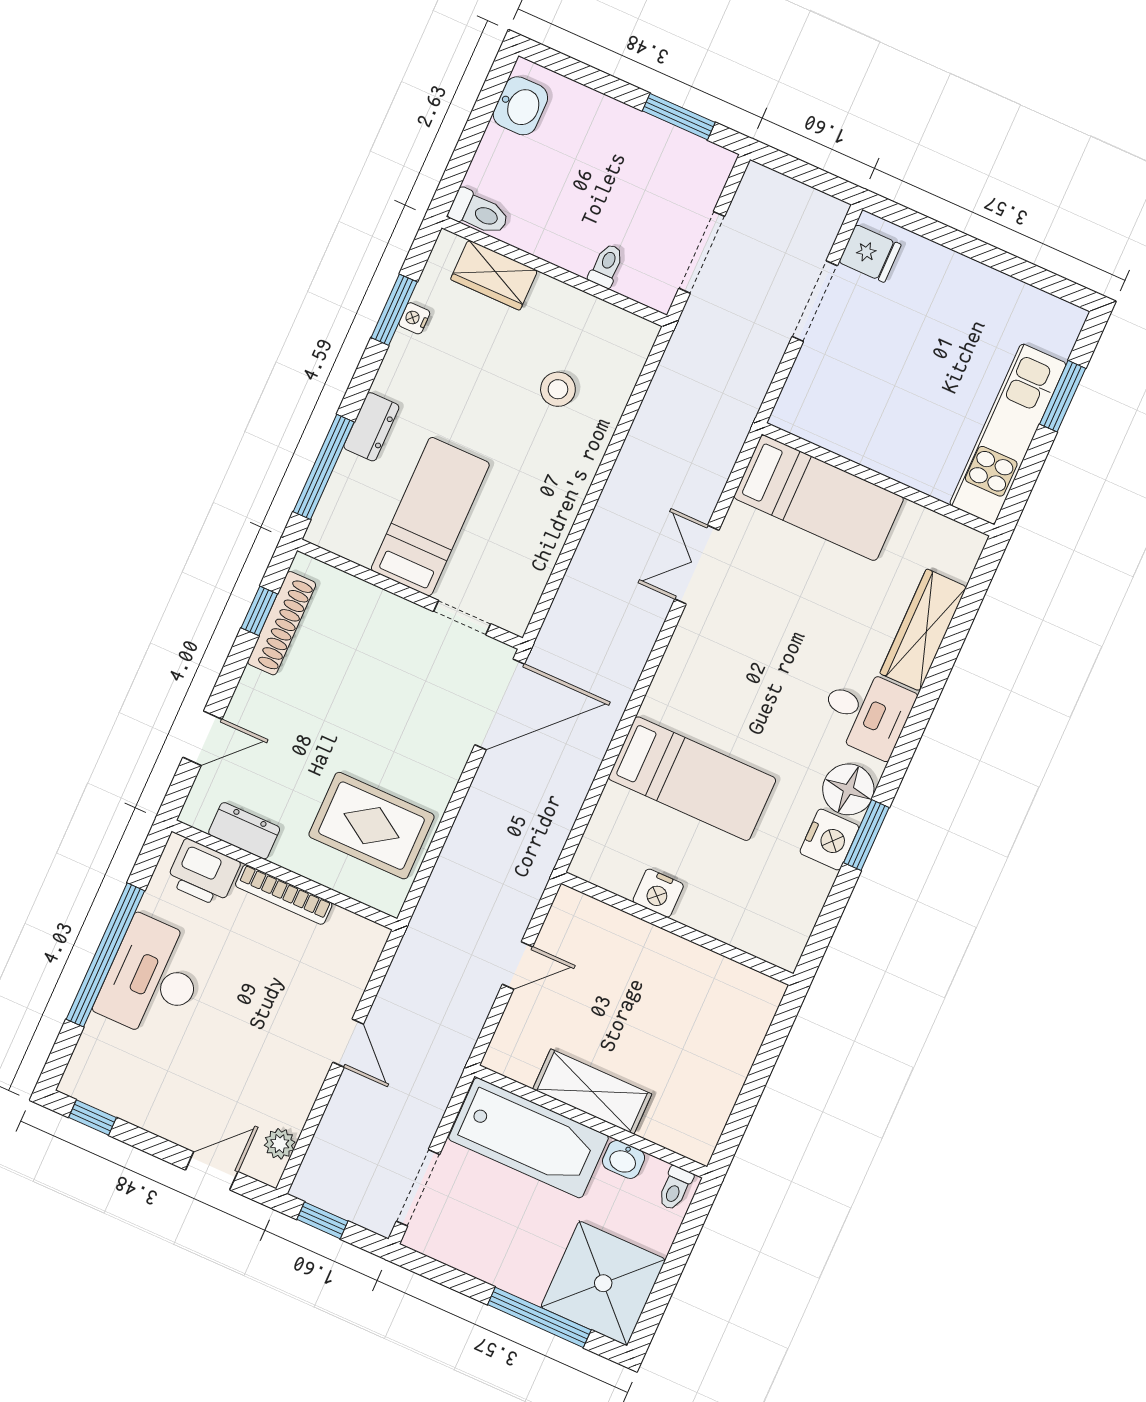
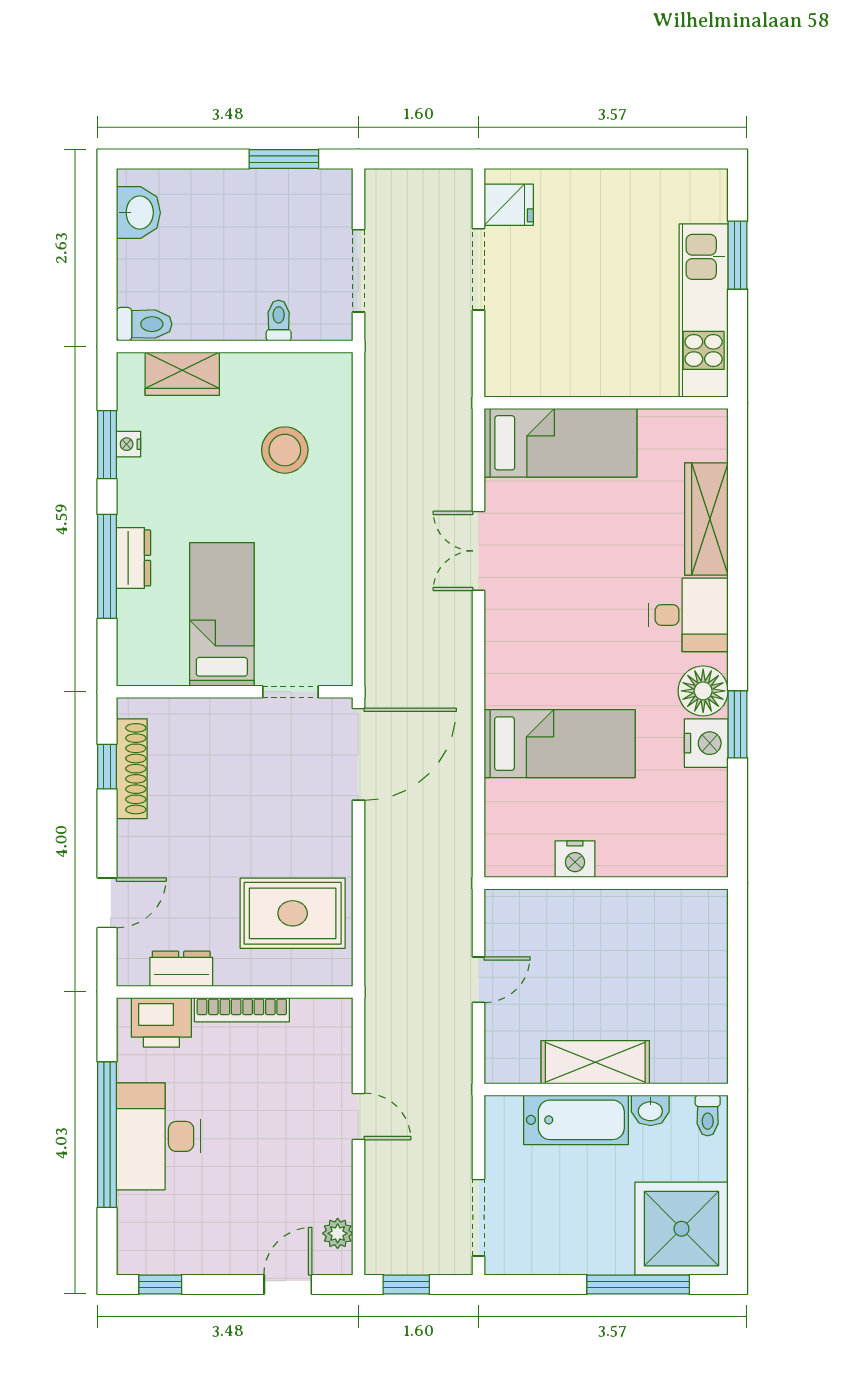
stool: (558, 389) -> (285, 450), width x1.38, depth x1.38
window: (324, 467) -> (107, 566), moved
bathtub: (528, 1138) -> (576, 1120), width x0.73, depth x0.73

